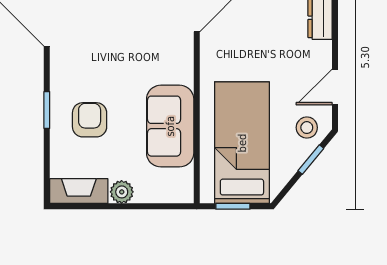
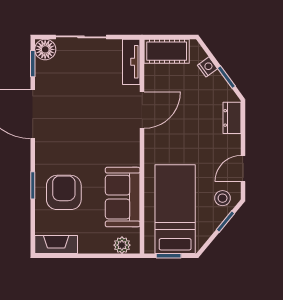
armchair: (90, 120) -> (64, 192), width x1.38, depth x1.38
plant: (122, 192) -> (122, 245), moved

